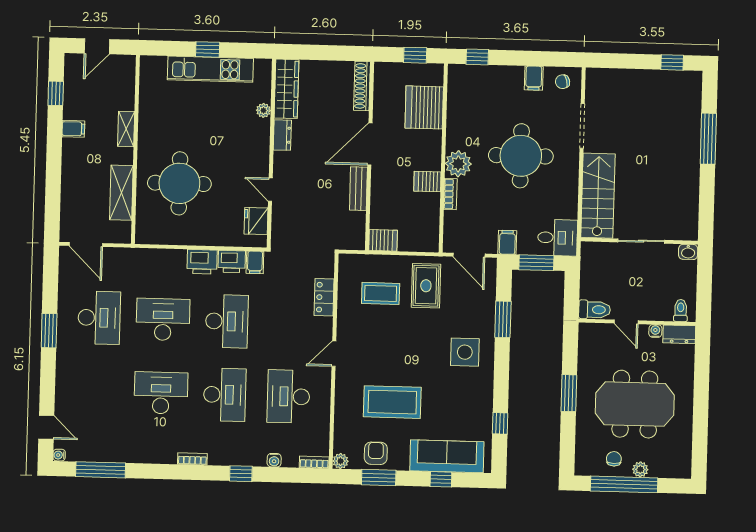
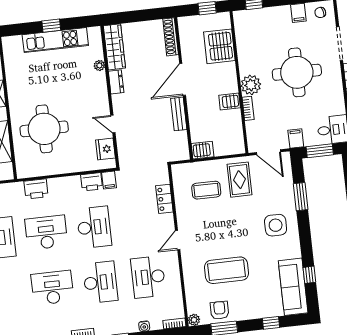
printer: (202, 262) -> (36, 189), moved
sofa: (447, 456) -> (293, 287), moved, turned -90

